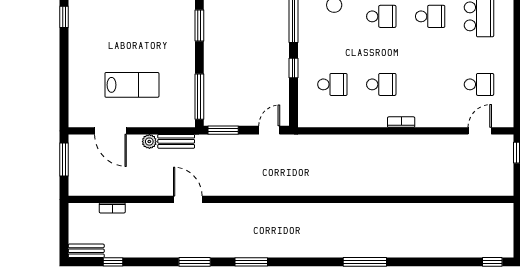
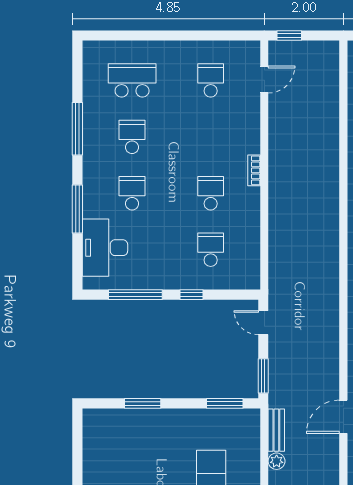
window: (199, 97) -> (225, 403), width x0.69
door: (480, 131) -> (264, 79), swing flipped

